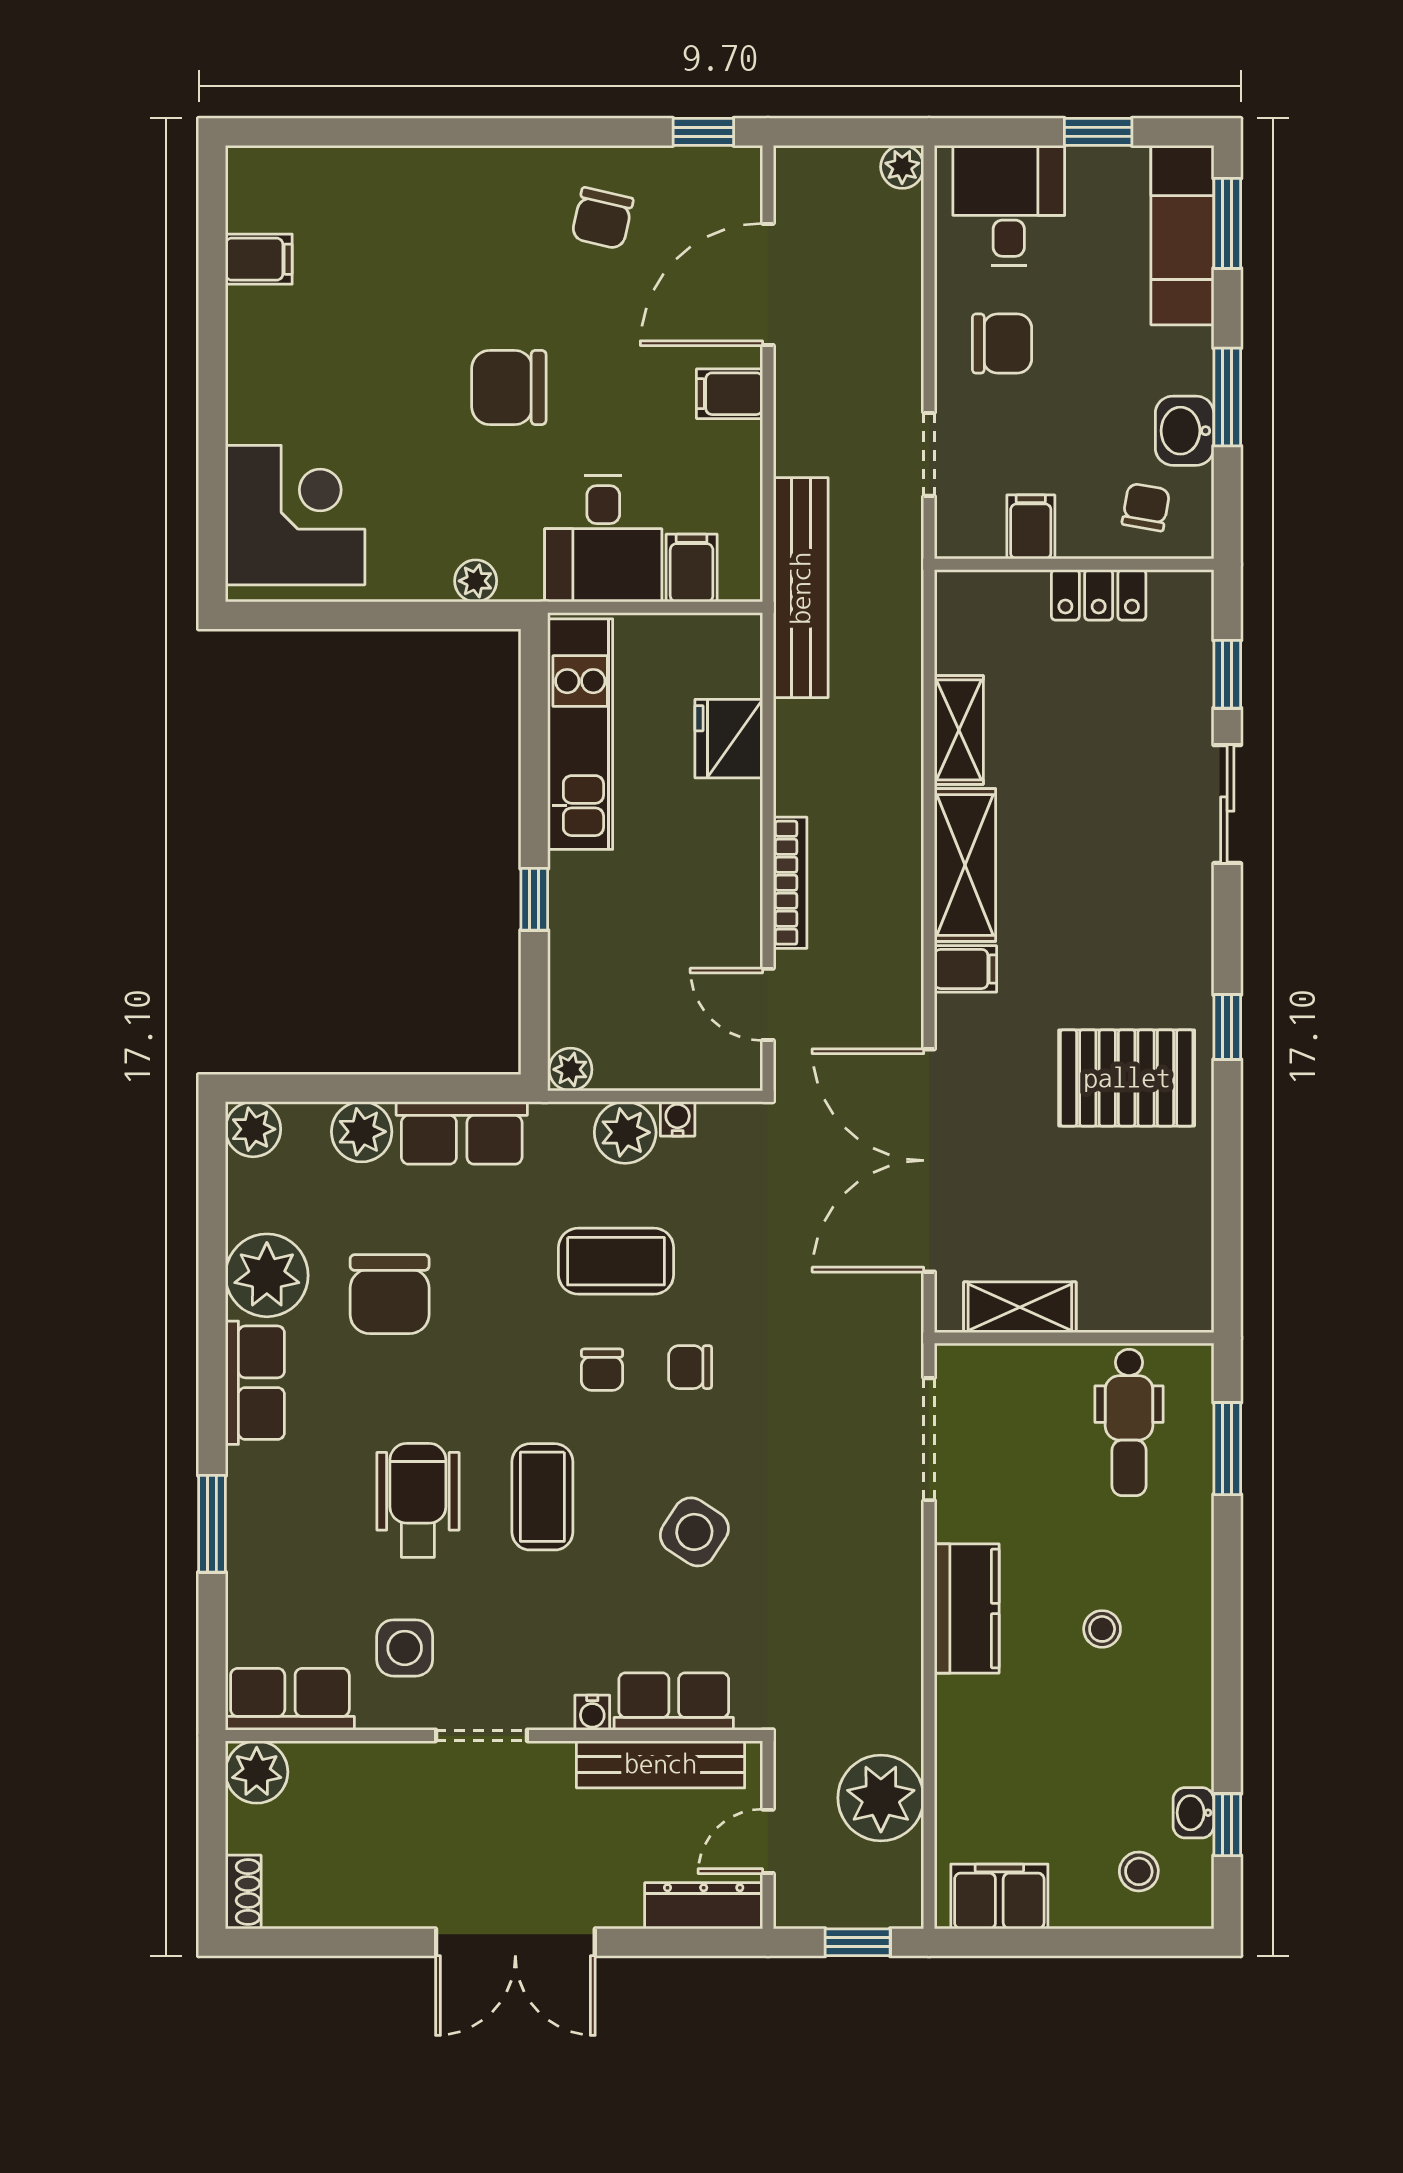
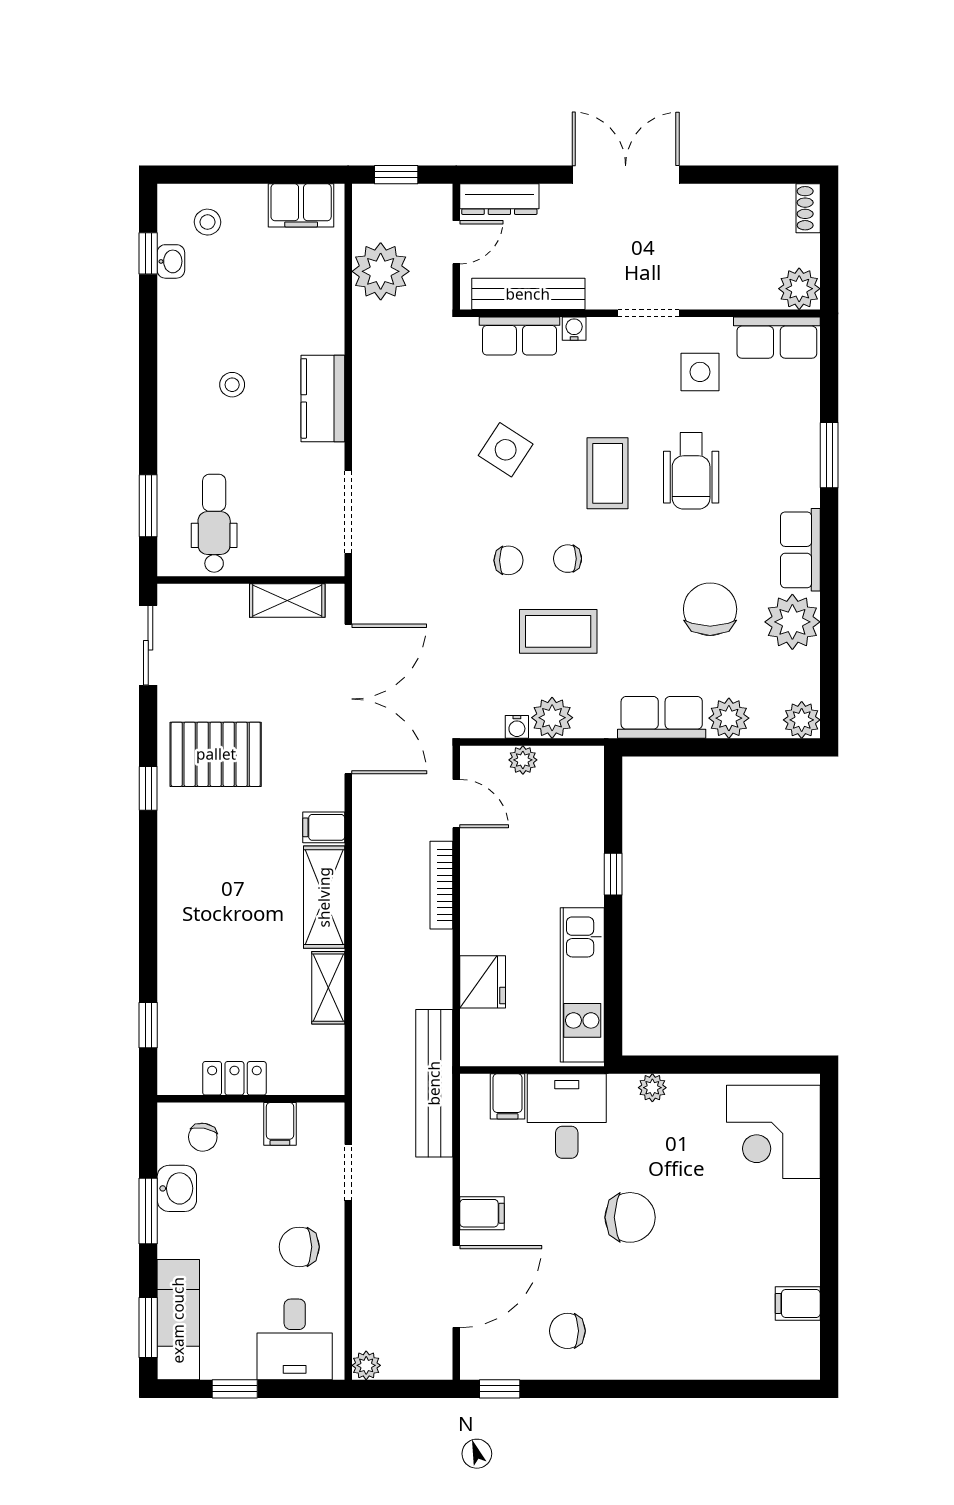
chair: (602, 218) -> (567, 1331), turned -103
sliding door: (1227, 804) -> (148, 645), moved
plant: (571, 1069) -> (523, 760), moved
chair: (602, 1370) -> (568, 559), turned -90

